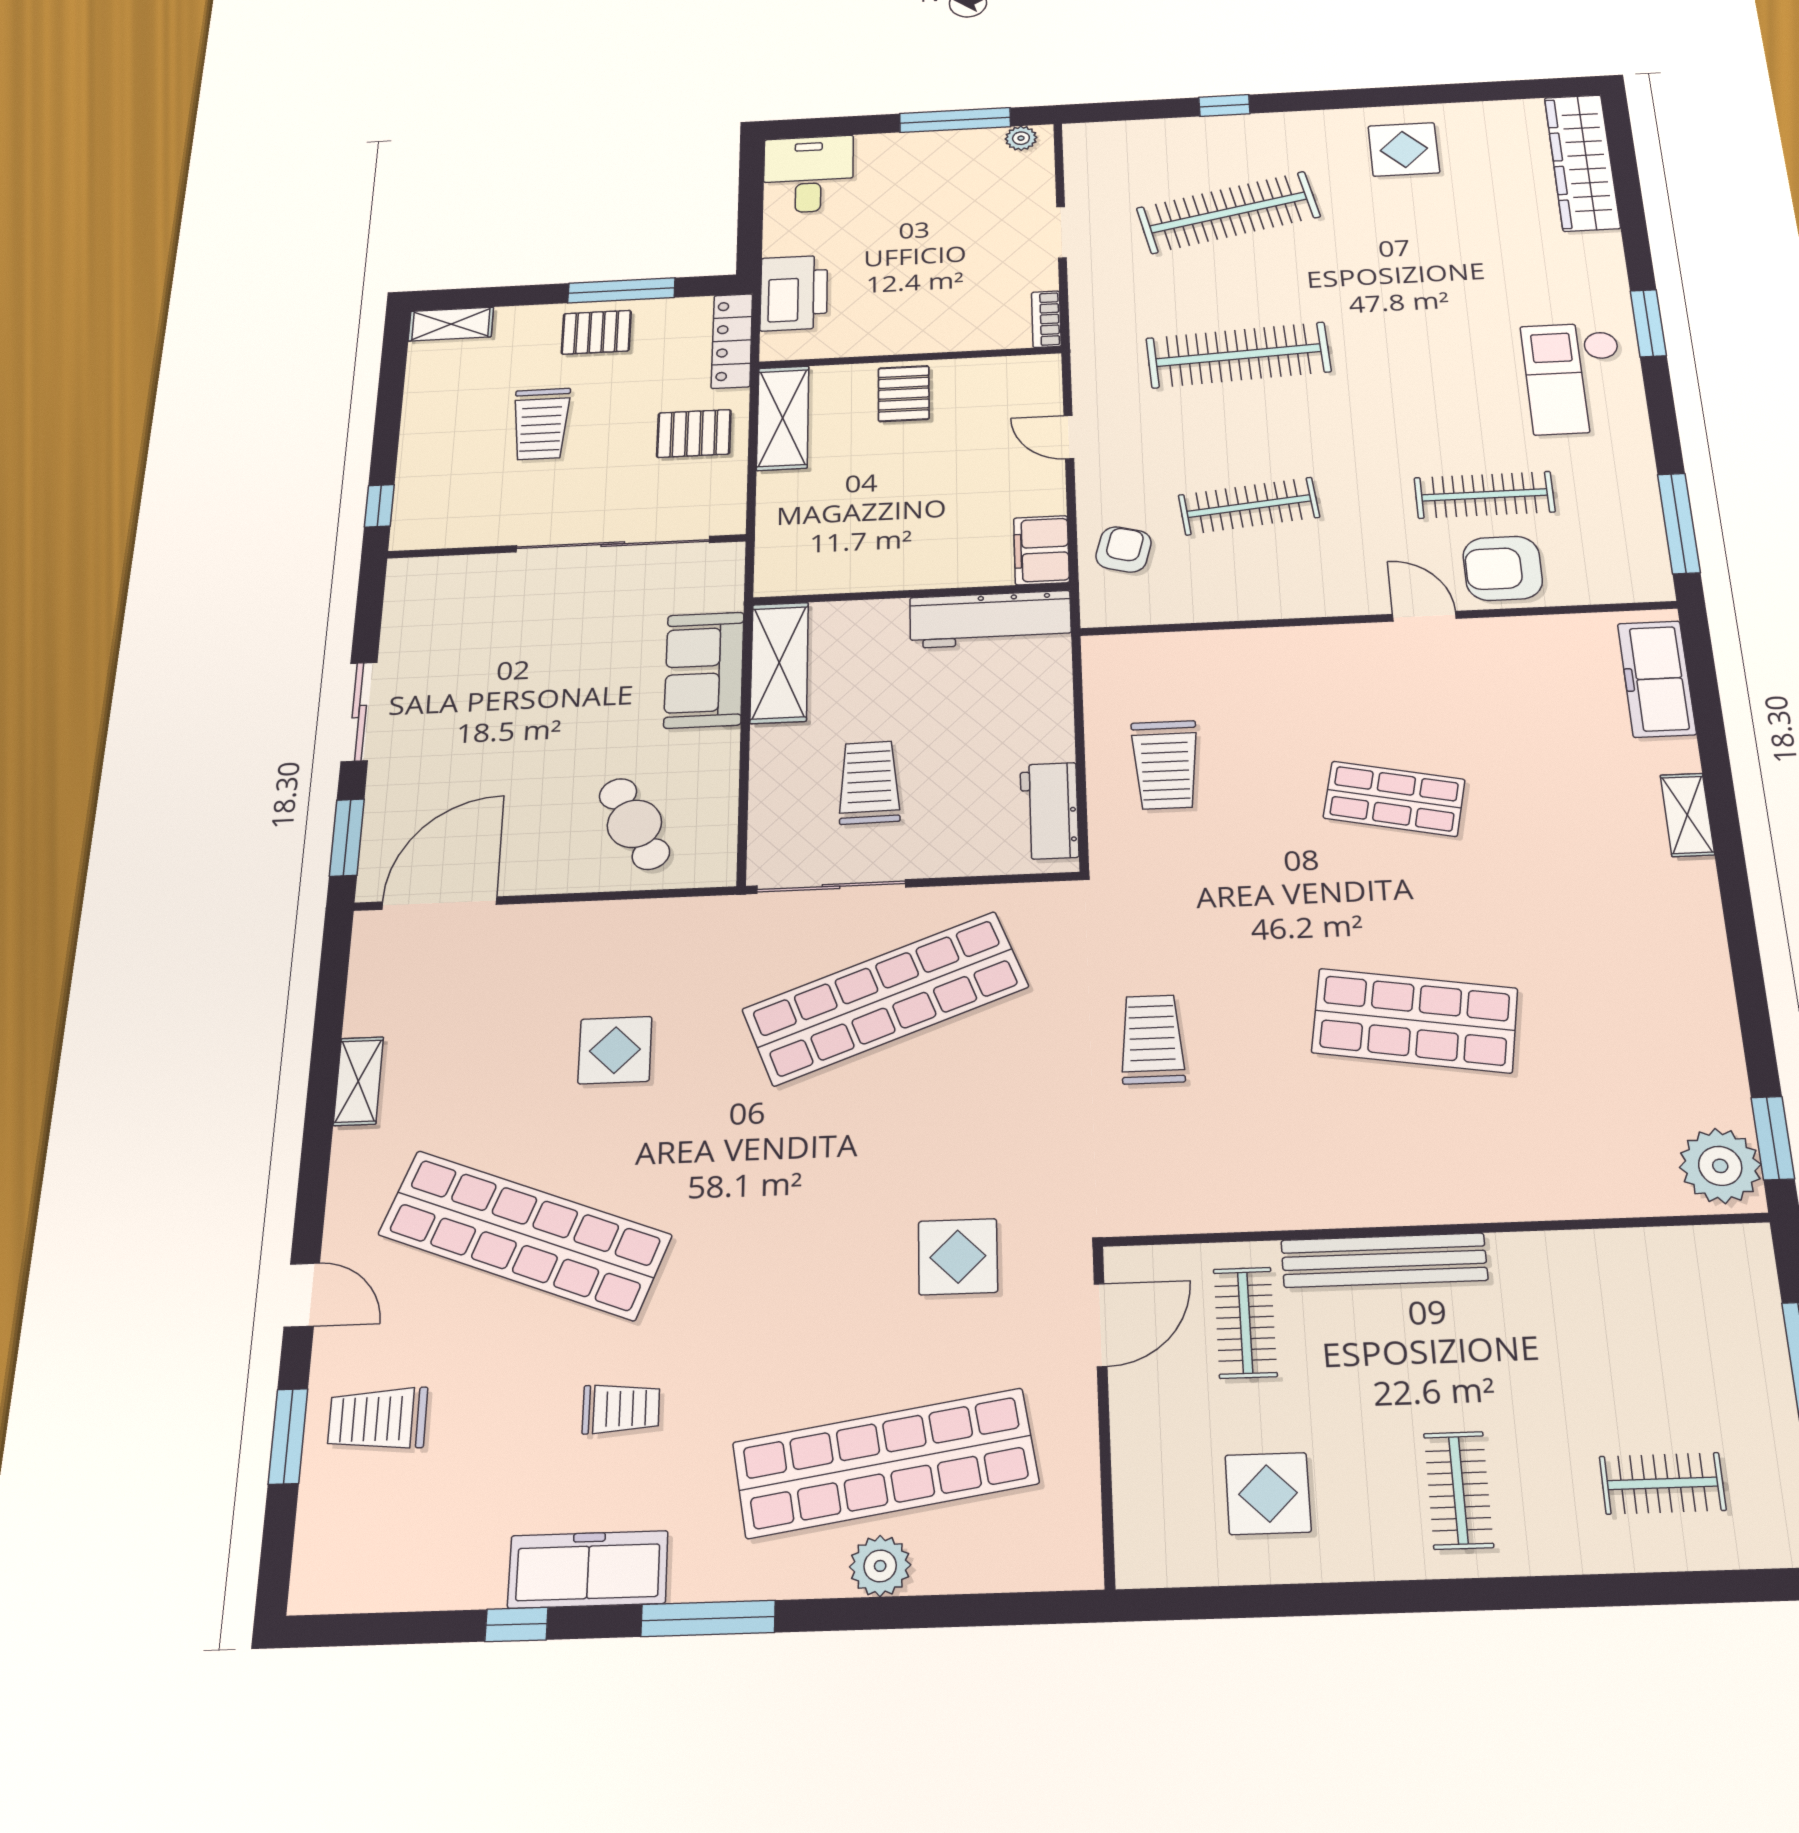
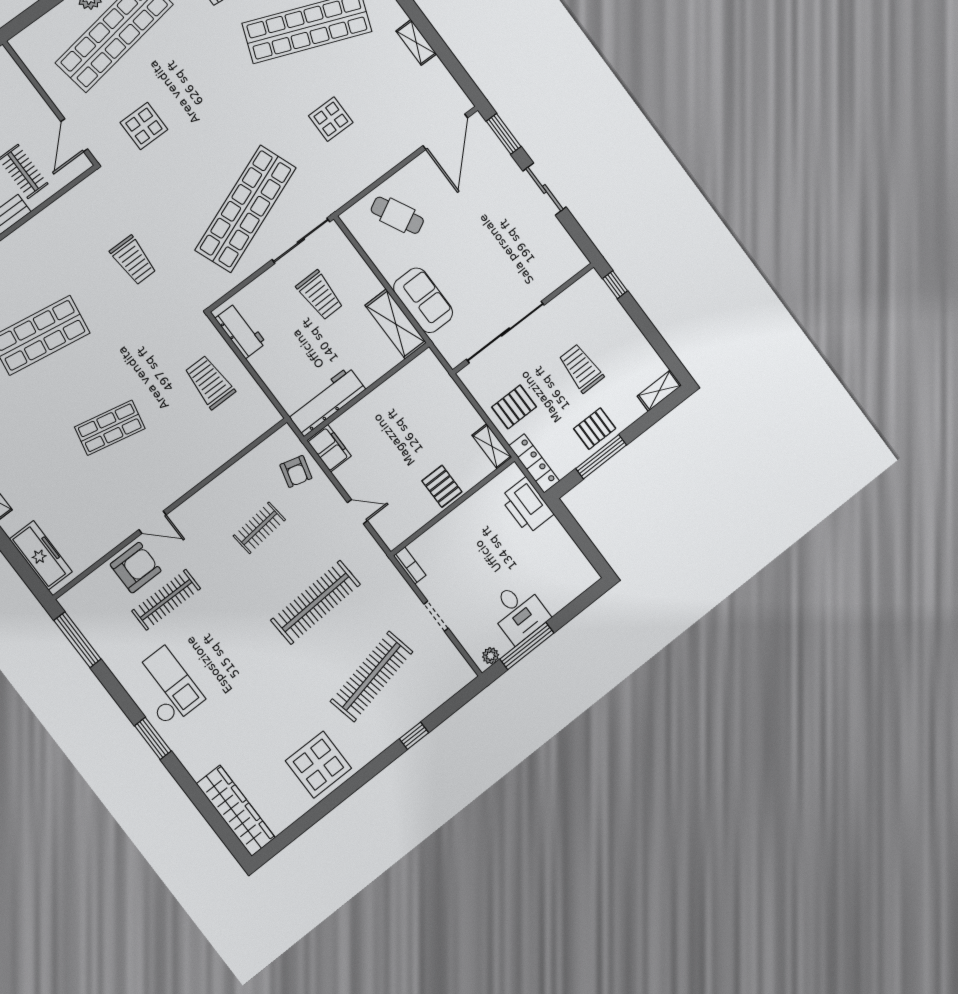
display table: (1404, 149) -> (319, 765), width x1.36, depth x1.36
desk: (808, 174) -> (519, 612), moved
shelving: (783, 418) -> (492, 446), width x0.67, depth x0.75
clothes rail: (1249, 506) -> (259, 528), width x0.73

